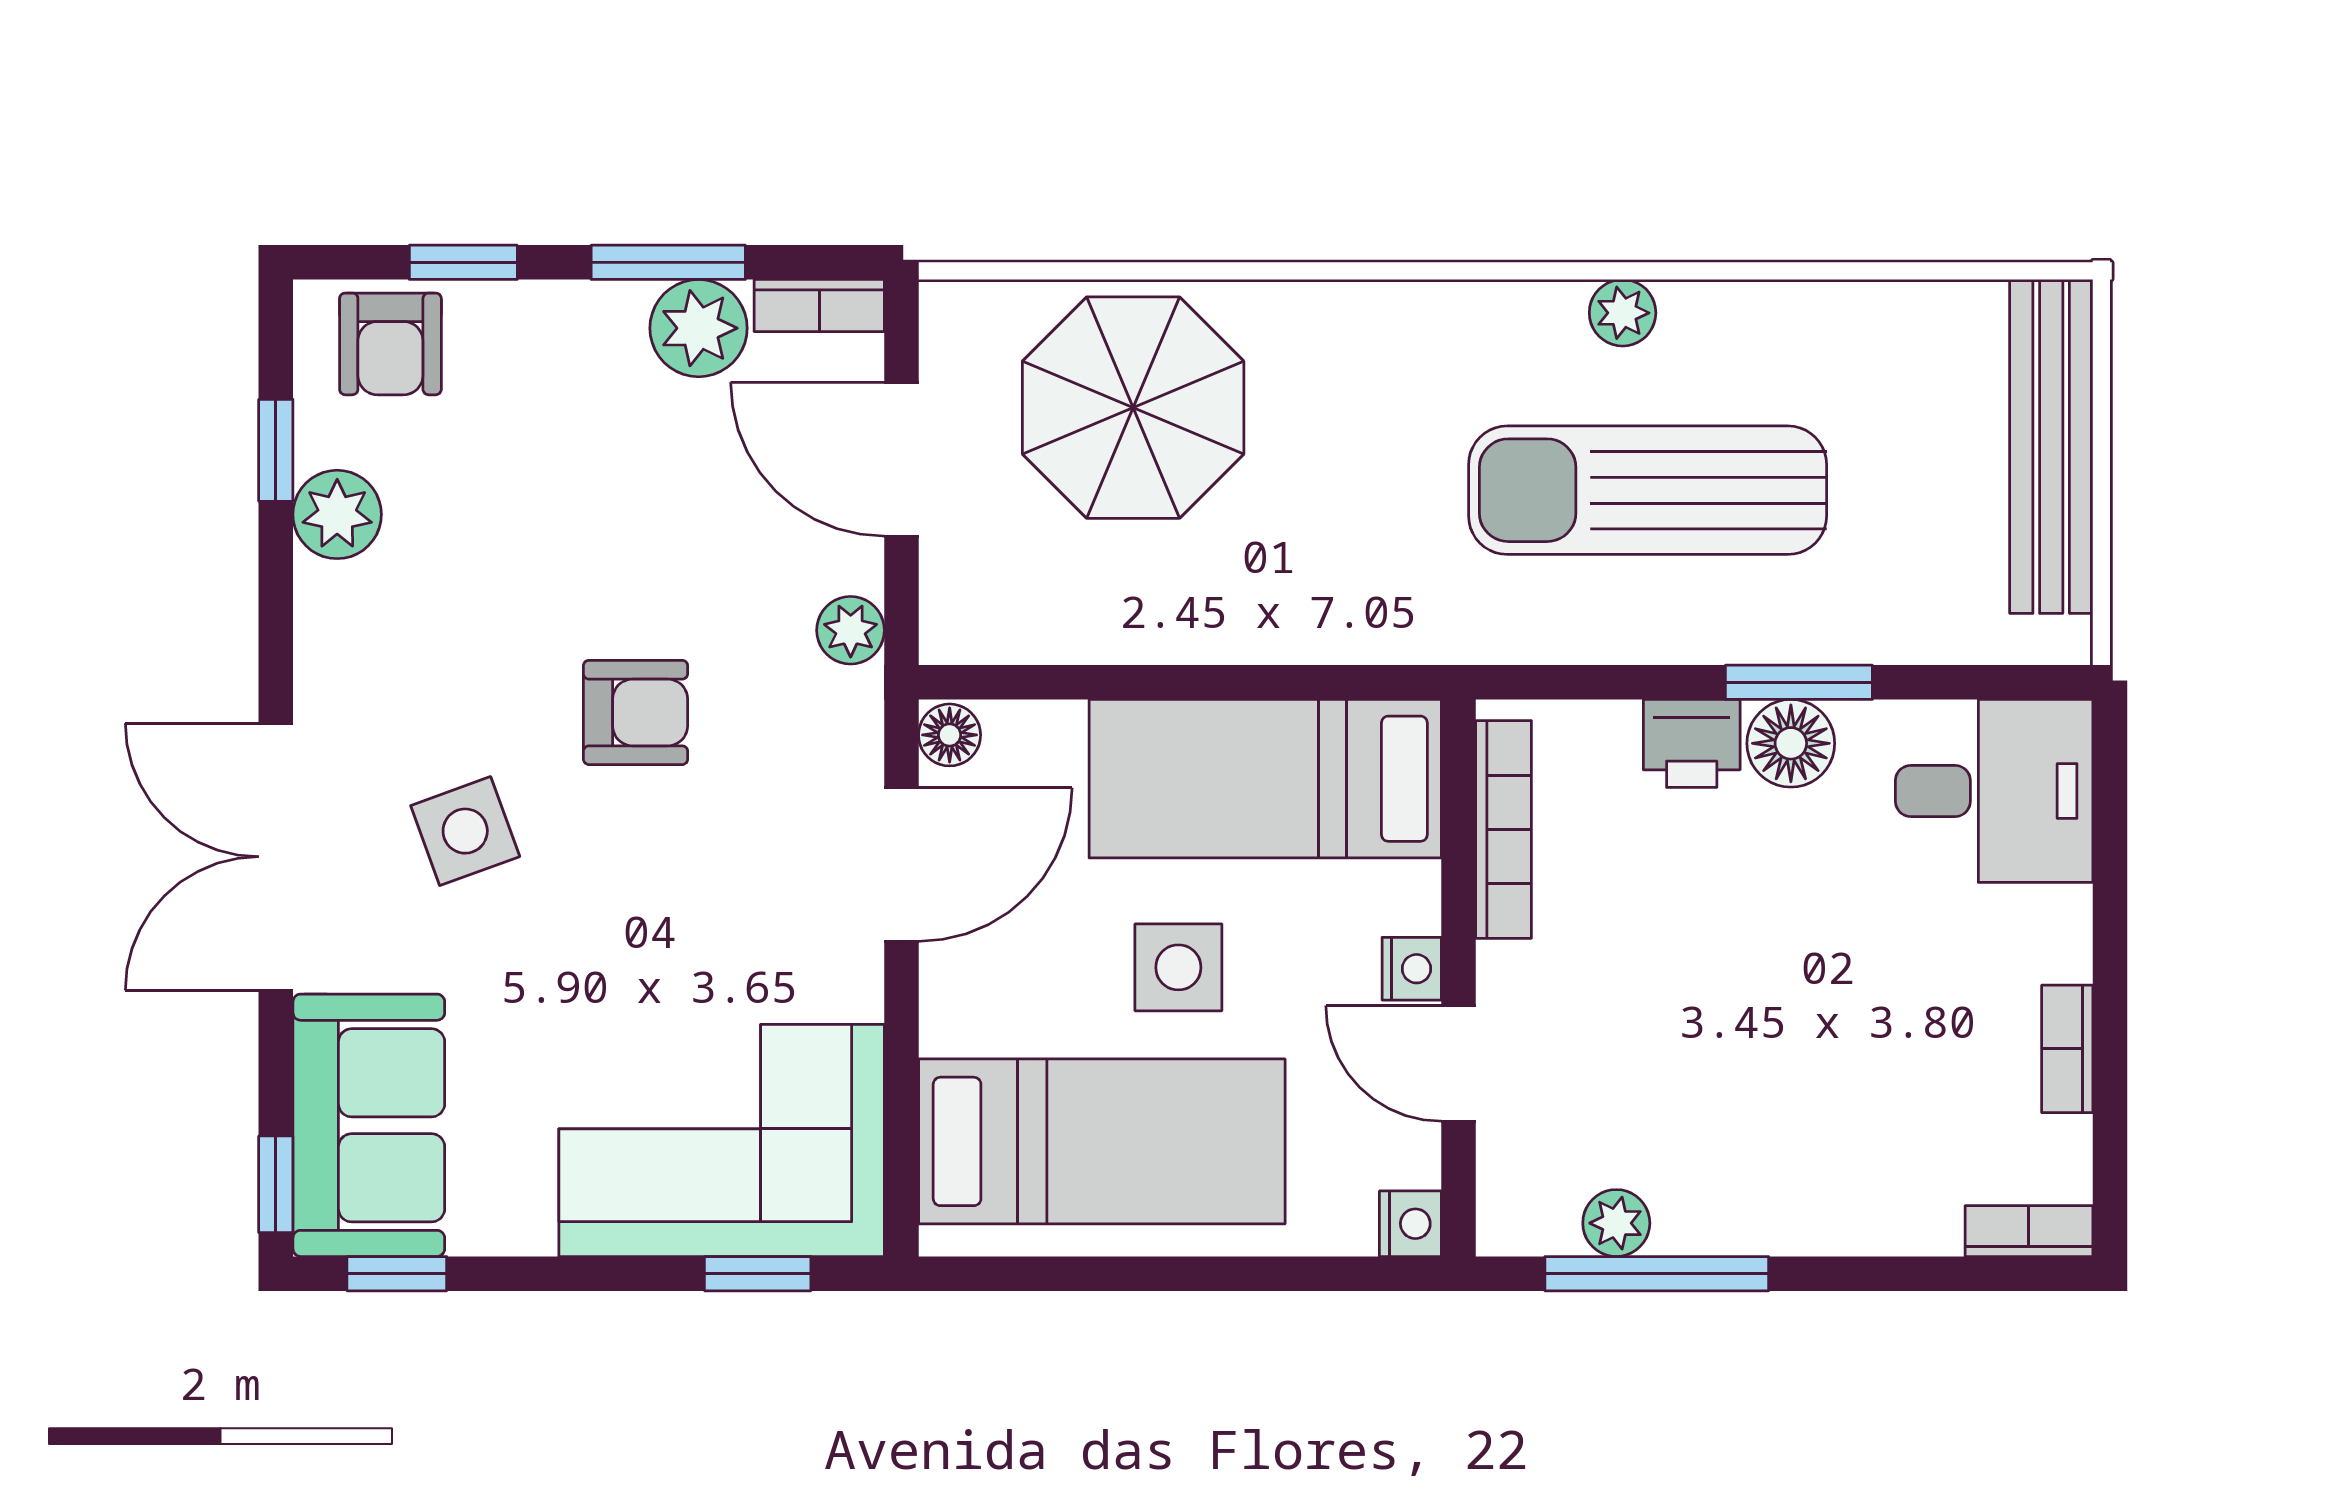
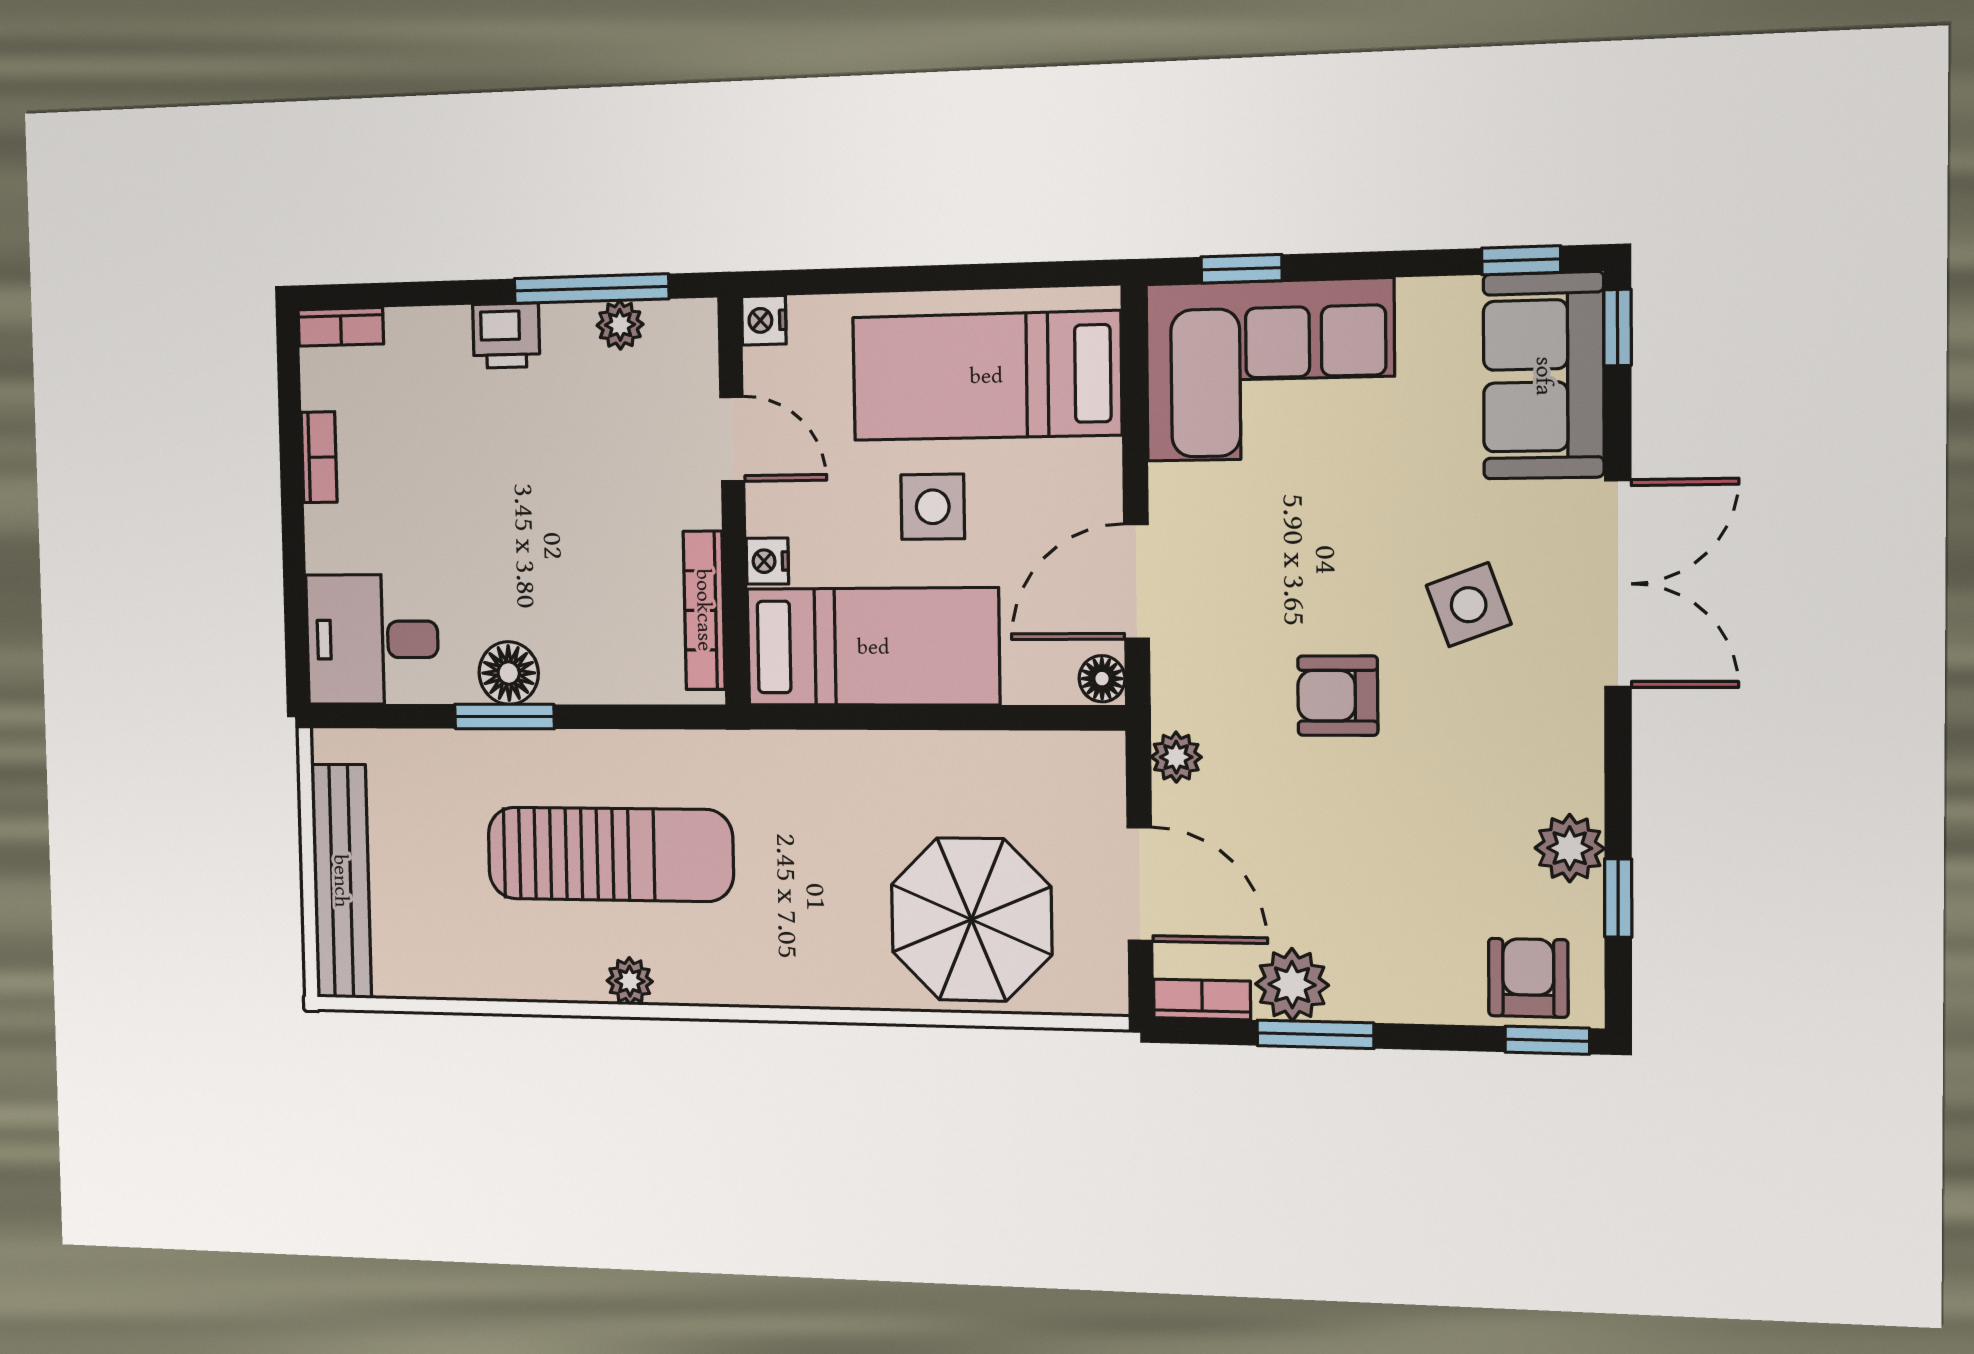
window: (463, 262) -> (1547, 1040), moved
printer: (1692, 743) -> (506, 336), moved, turned 180
nightstand: (1412, 969) -> (767, 561), moved

